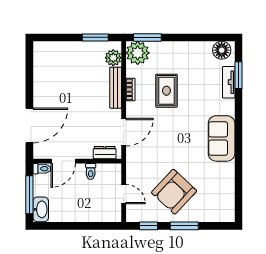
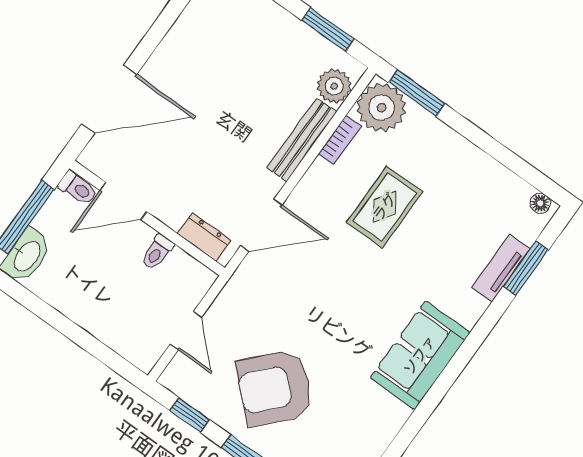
floor lamp: (222, 50) -> (540, 203), width x0.53, depth x0.53
bookcase: (130, 89) -> (340, 140), moved

